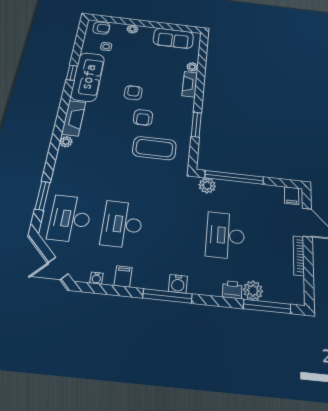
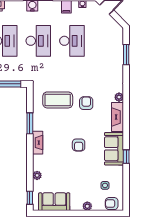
window: (203, 46) -> (30, 198), added
sofa: (88, 77) -> (114, 149), width x0.73
fireplace: (190, 84) -> (38, 143), moved
armchair: (143, 117) -> (86, 103), moved
plant: (207, 186) -> (19, 75), removed
desk: (70, 219) -> (38, 41), moved

